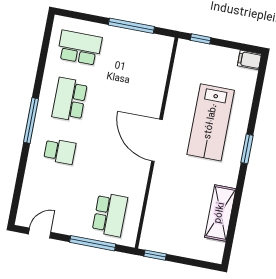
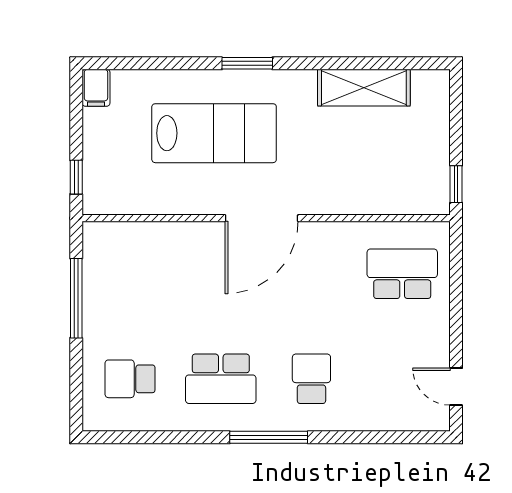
school desk: (80, 48) -> (130, 379), width x0.54
window: (93, 243) -> (456, 294), removed

